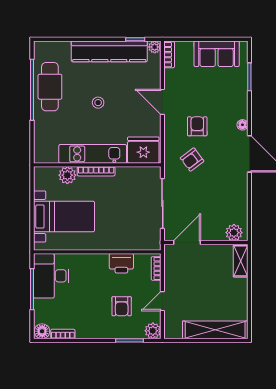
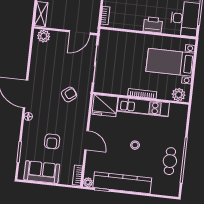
cafe table: (50, 87) -> (170, 161), width x0.73, depth x0.74
armchair: (197, 126) -> (52, 141), moved
plant: (67, 175) -> (179, 95), moved
printer: (121, 263) -> (153, 25), moved

